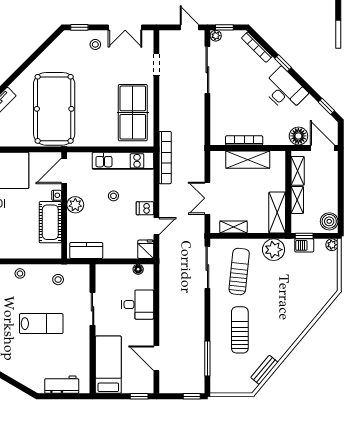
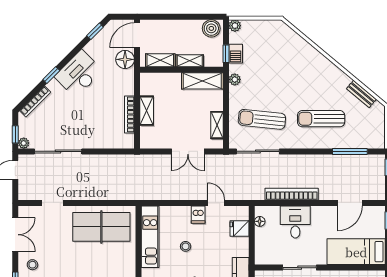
bookcase: (165, 158) -> (292, 194), moved
shelving: (248, 160) -> (147, 111), width x0.67, depth x0.75
fridge: (146, 249) -> (239, 228), moved
plant: (274, 250) -> (235, 79), width x0.53, depth x0.53

